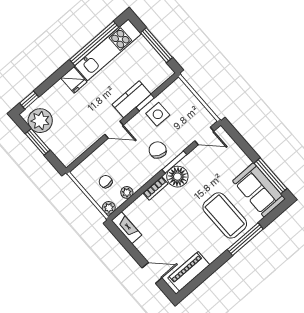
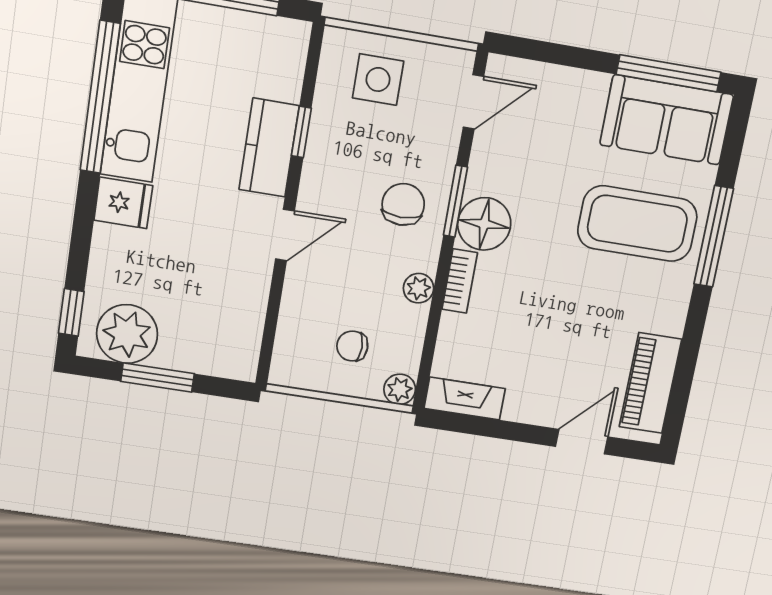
side table: (158, 114) -> (378, 79), moved
chair: (158, 150) -> (403, 204), turned 67
plant: (127, 192) -> (419, 288), moved

